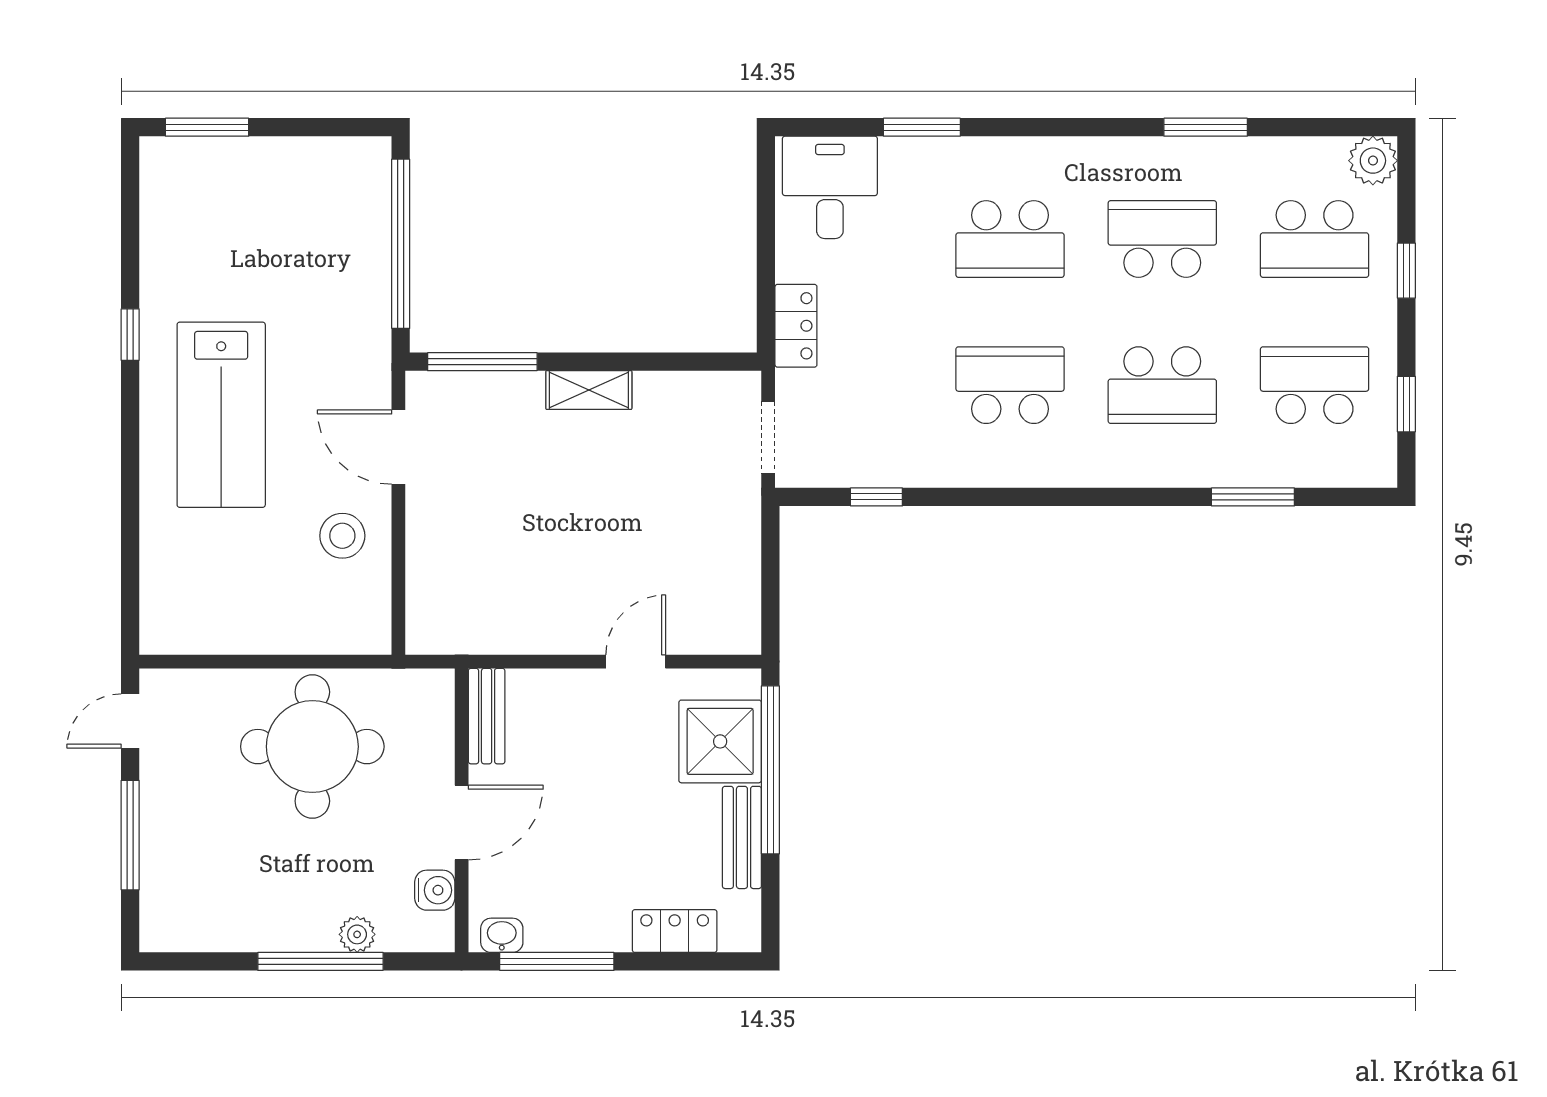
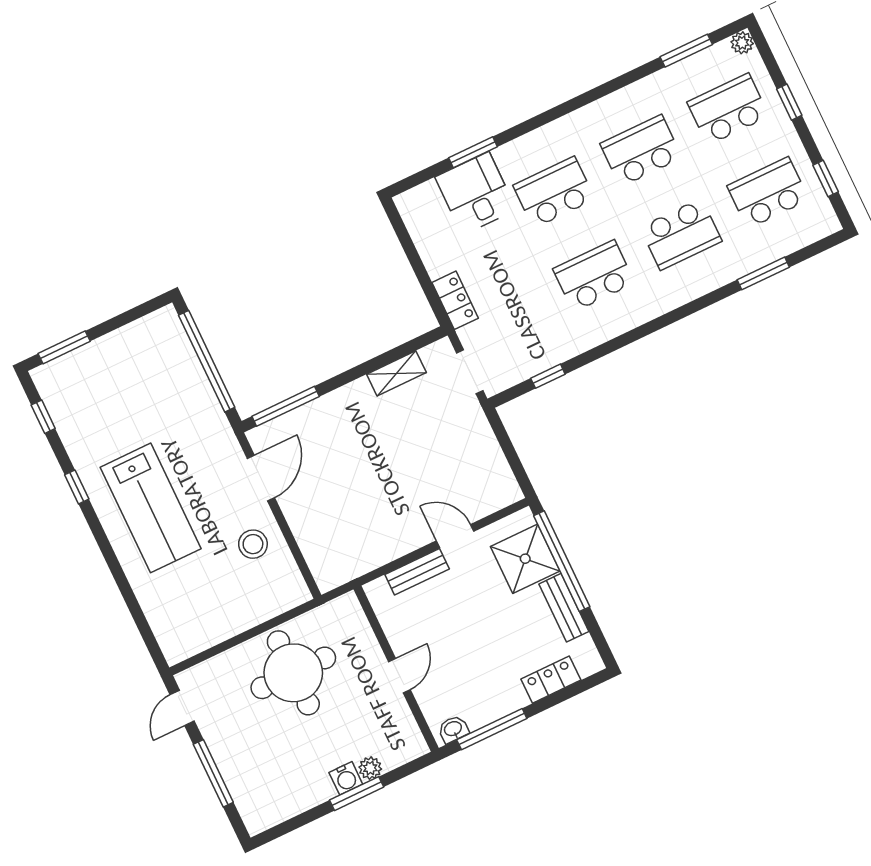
window: (1206, 127) -> (686, 51), moved
plant: (1373, 161) -> (742, 43), width x0.73, depth x0.73
desk: (830, 187) -> (476, 193), moved
window: (130, 212) -> (43, 417), added
school desk: (1010, 239) -> (554, 192), turned 180
school desk: (1315, 239) -> (728, 109), turned 180
shelving: (589, 390) -> (396, 373), moved
door: (398, 447) -> (261, 478), swing flipped
door: (636, 662) -> (455, 536), hinge flipped
bench: (487, 716) -> (417, 572), moved, turned 90
door: (462, 823) -> (399, 676), width x0.73
water cooler: (435, 890) -> (346, 778), moved, turned 90
window: (320, 961) -> (357, 794), width x0.69

